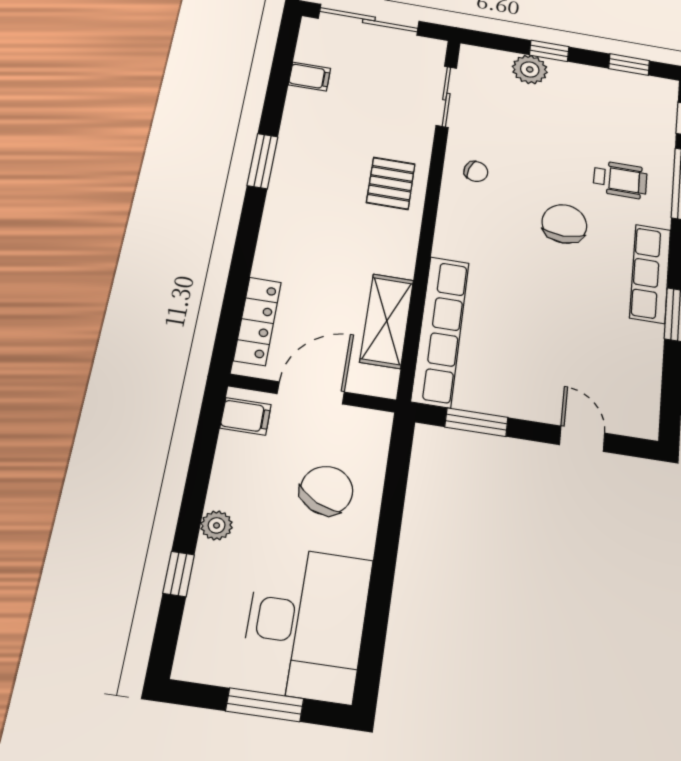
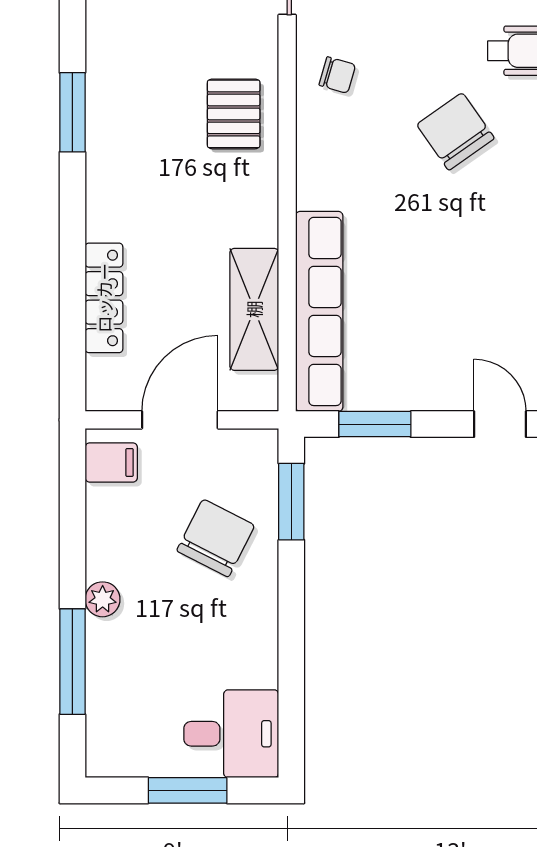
chair: (564, 224) -> (455, 131), turned -35
locker: (257, 321) -> (104, 298), moved
window: (397, 472) -> (291, 502), added
window: (179, 574) -> (72, 662), width x2.17
desk: (306, 623) -> (231, 734), width x0.53, depth x0.77

